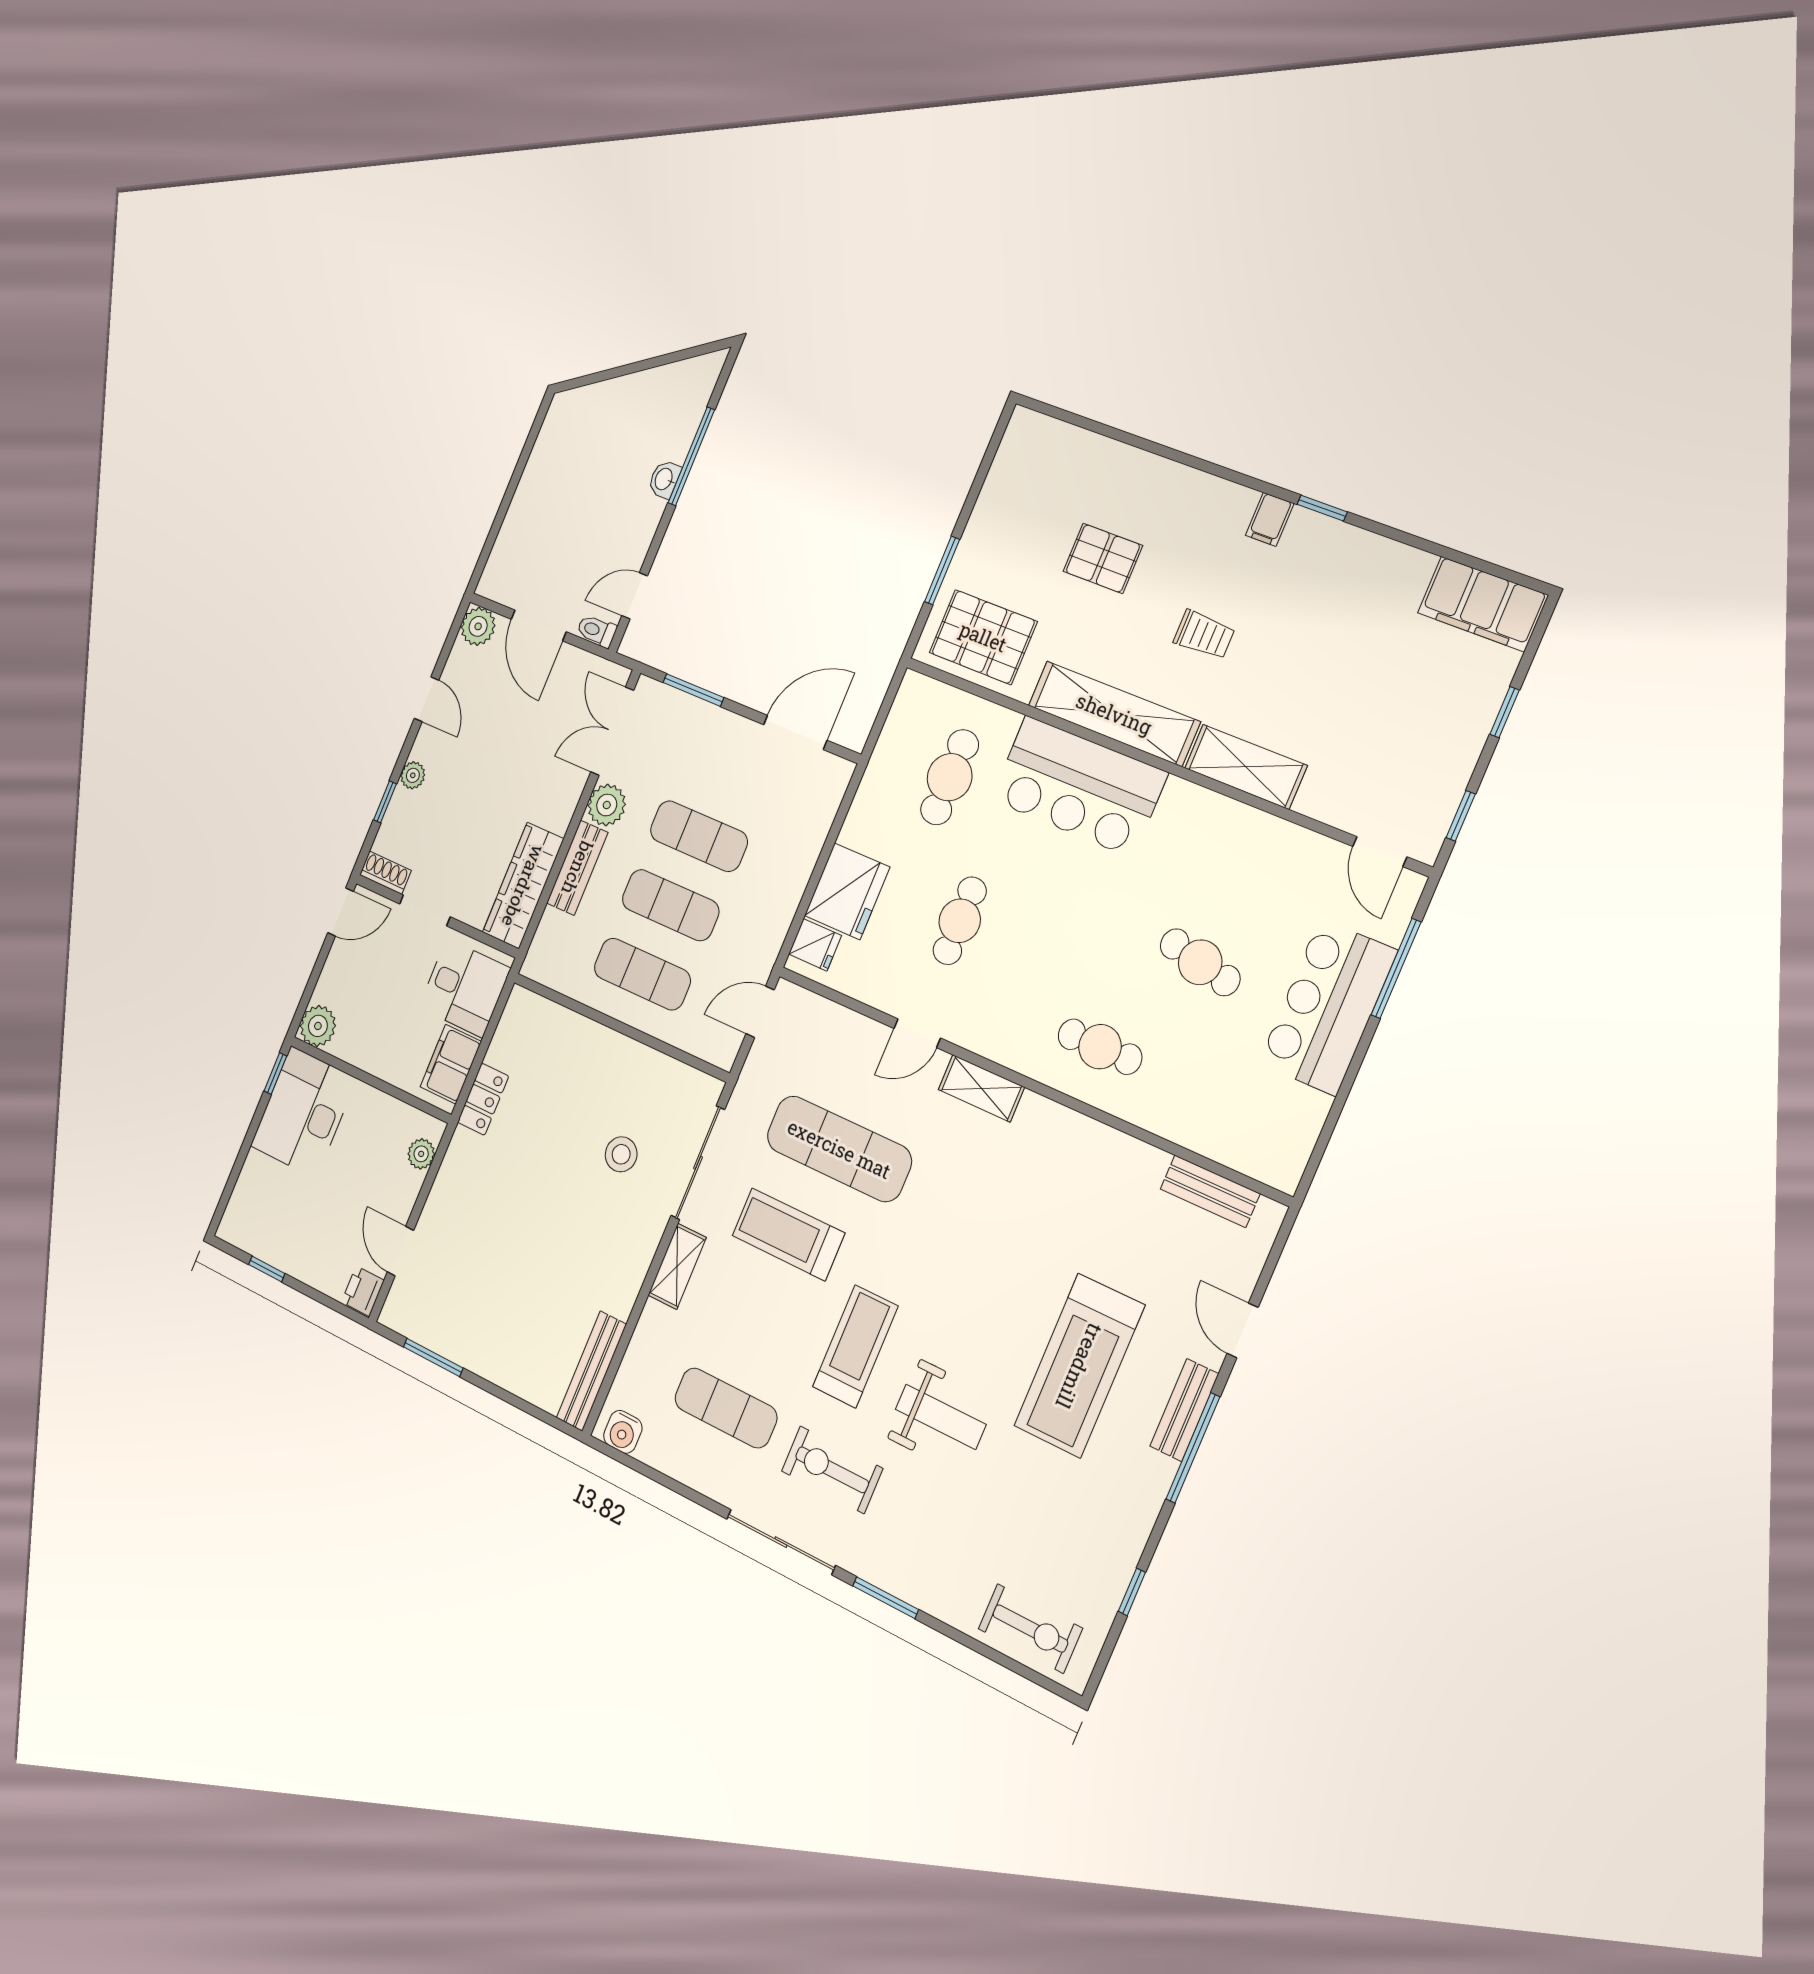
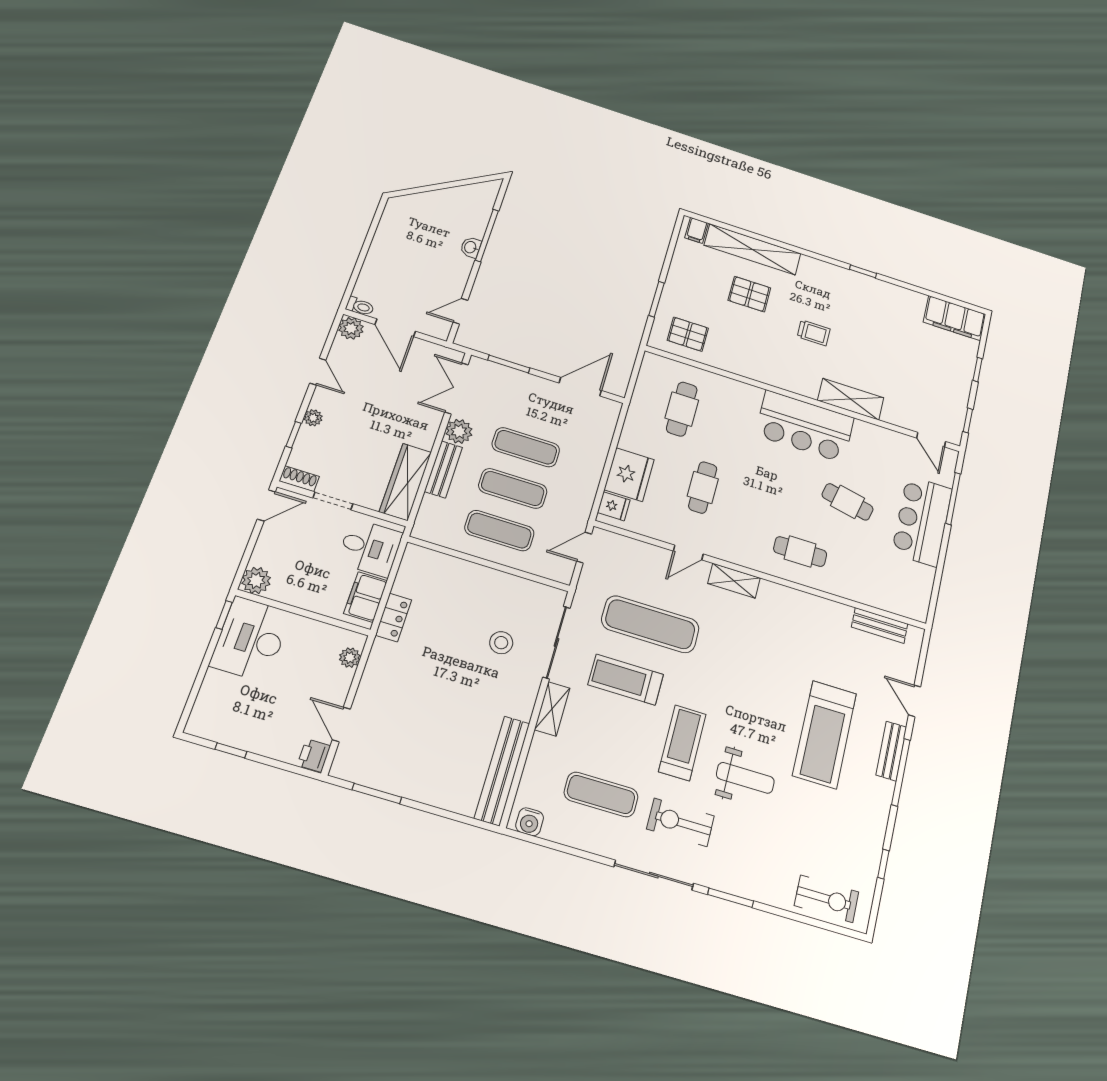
filing cabinet: (1270, 519) -> (697, 230), moved
toilet: (597, 631) -> (360, 306), moved, turned 180
pallet: (983, 637) -> (688, 334), width x0.67, depth x0.71
shelving: (1114, 714) -> (752, 249), moved
bar counter: (1079, 786) -> (805, 426), moved
bench: (591, 1371) -> (502, 770), width x1.37, depth x1.21

